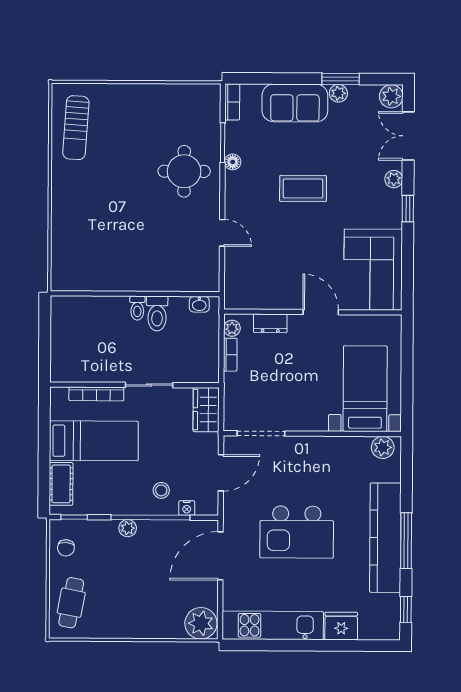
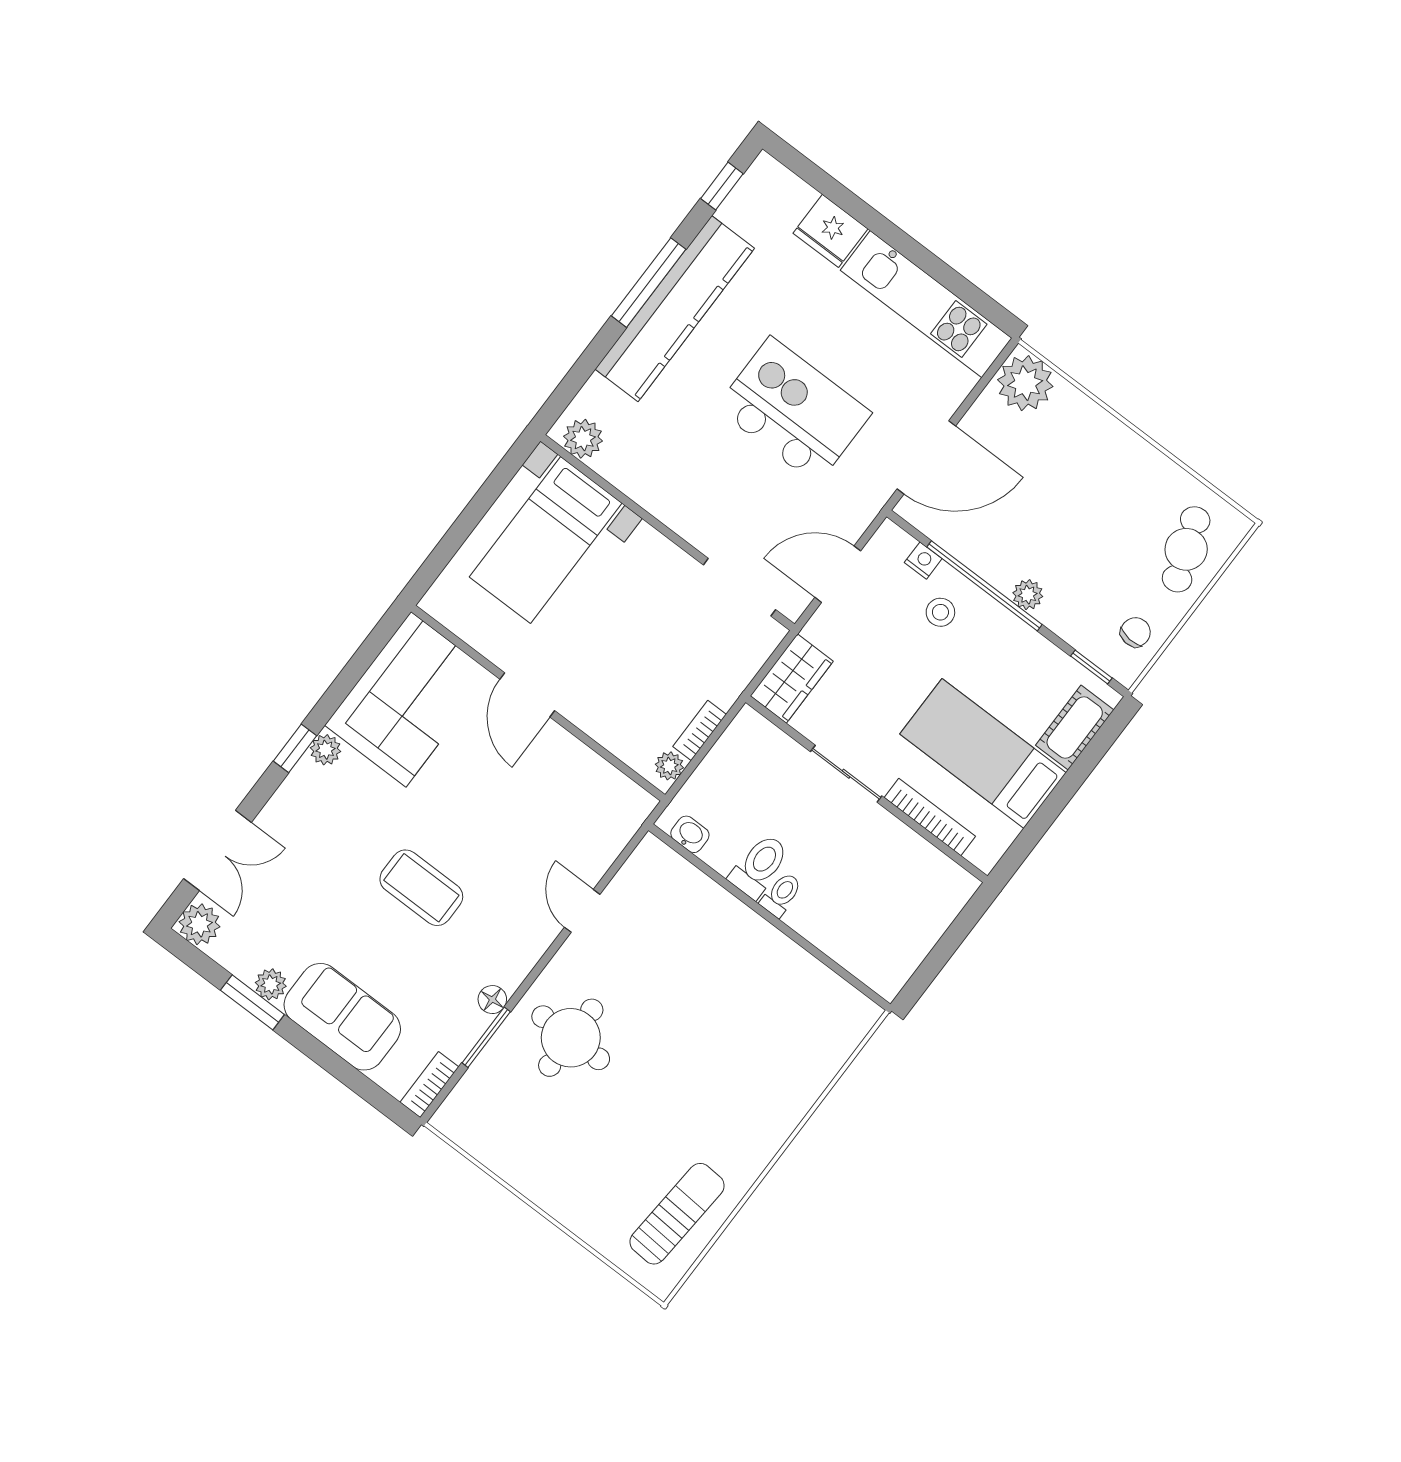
plant: (394, 179) -> (326, 750), moved
dresser: (270, 323) -> (610, 732), removed
cafe table: (71, 603) -> (1186, 549), turned -31

